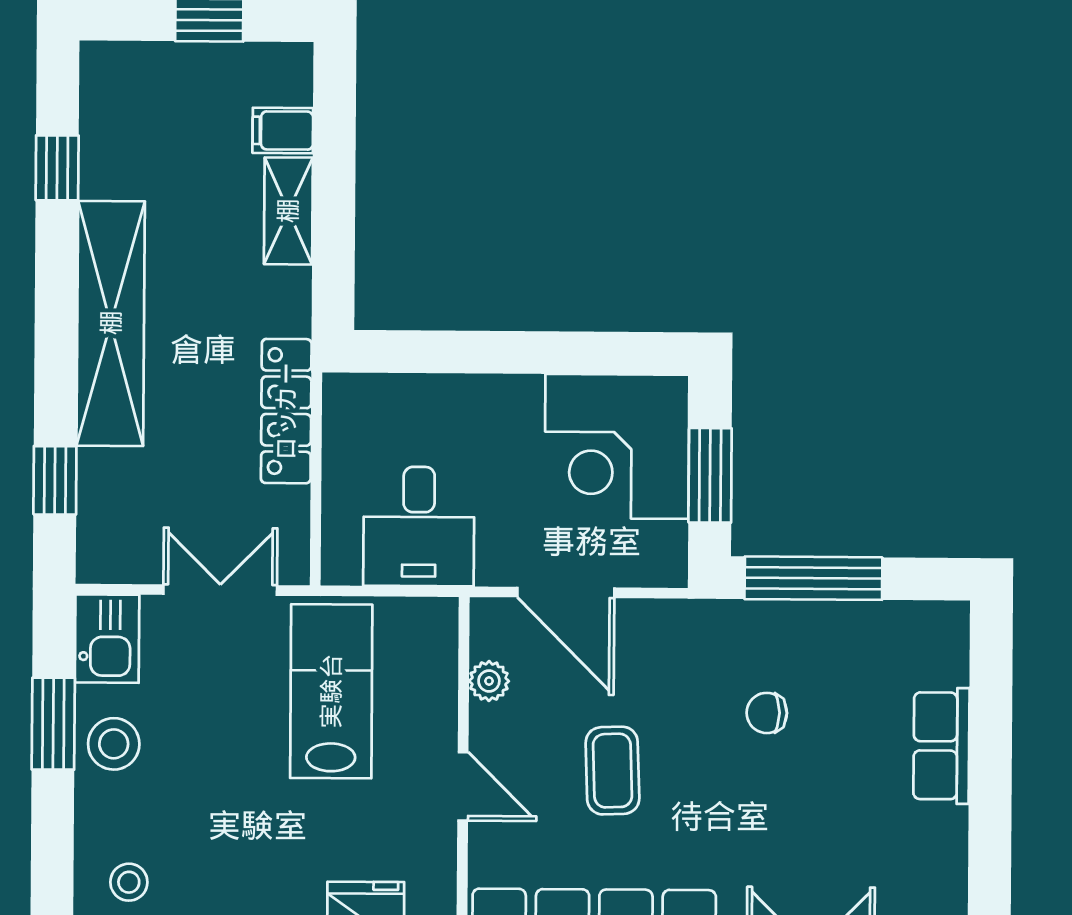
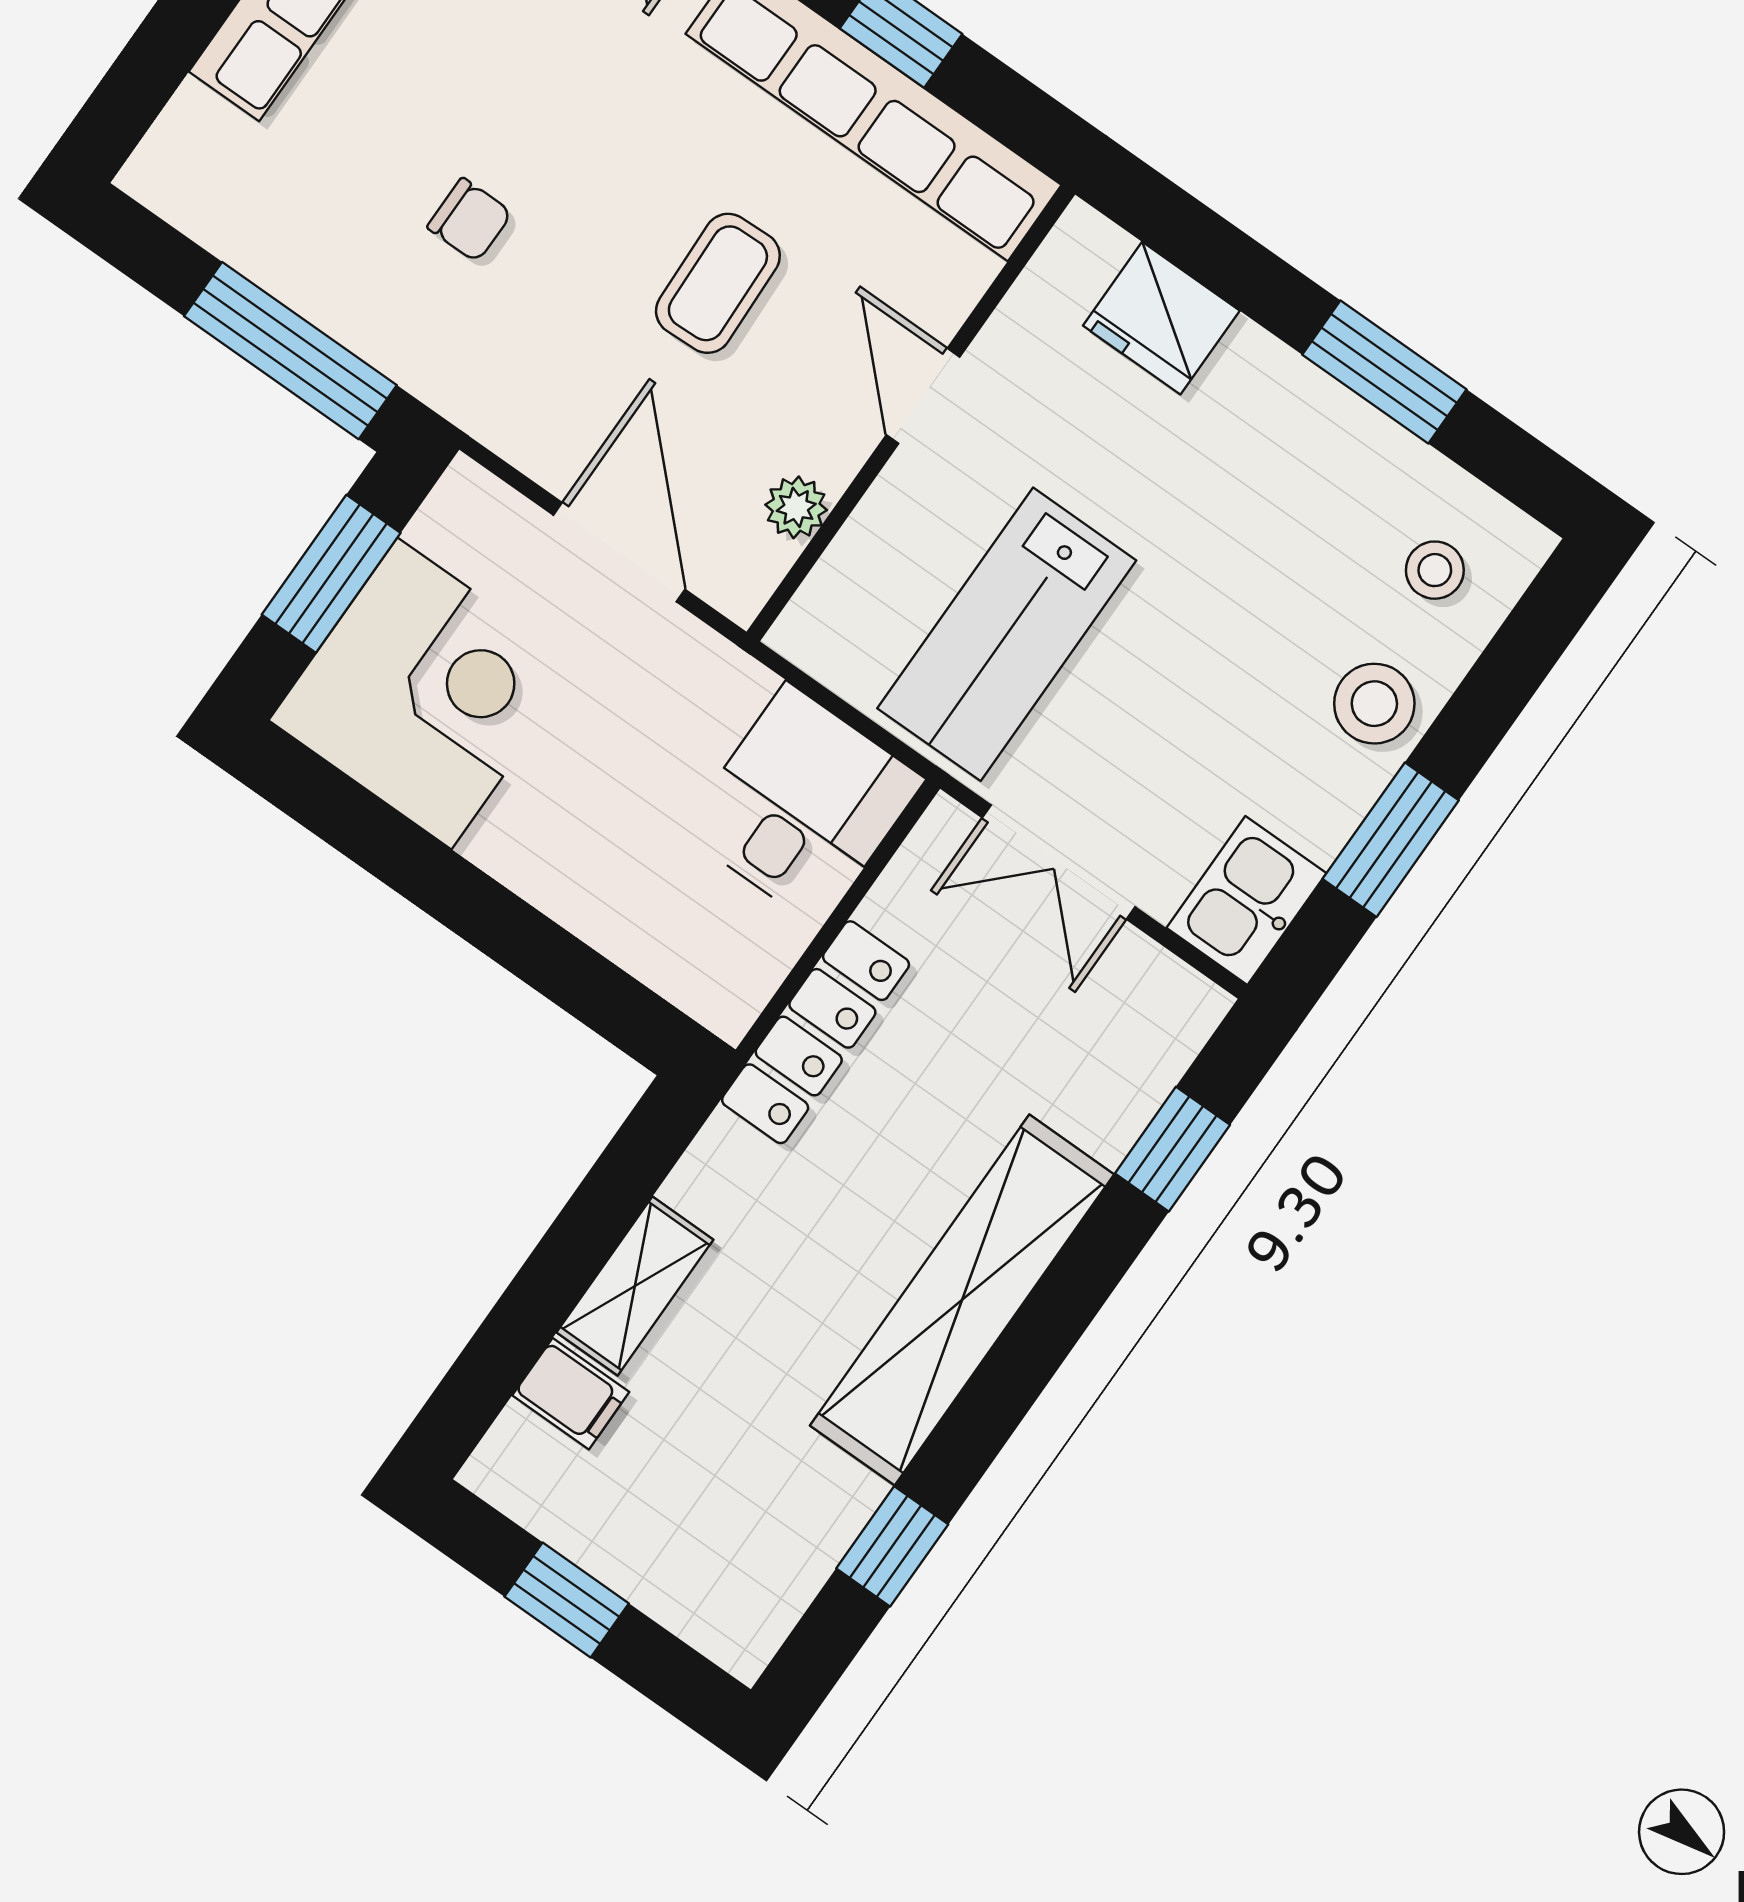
desk: (419, 526) -> (803, 805), moved
stool: (114, 744) -> (1374, 704), moved

